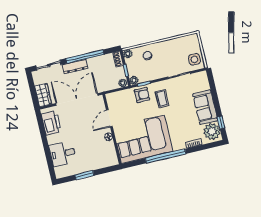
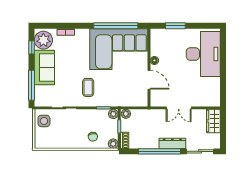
window: (213, 89) -> (32, 85), added
armchair: (142, 95) -> (109, 96), removed
double door: (77, 99) -> (179, 108), width x0.54
door: (109, 118) -> (149, 80), hinge flipped
printer: (51, 123) -> (212, 89), removed
desk: (63, 154) -> (203, 54), width x1.87, depth x1.30
window: (166, 156) -> (116, 26), moved
window: (84, 175) -> (175, 26), moved

